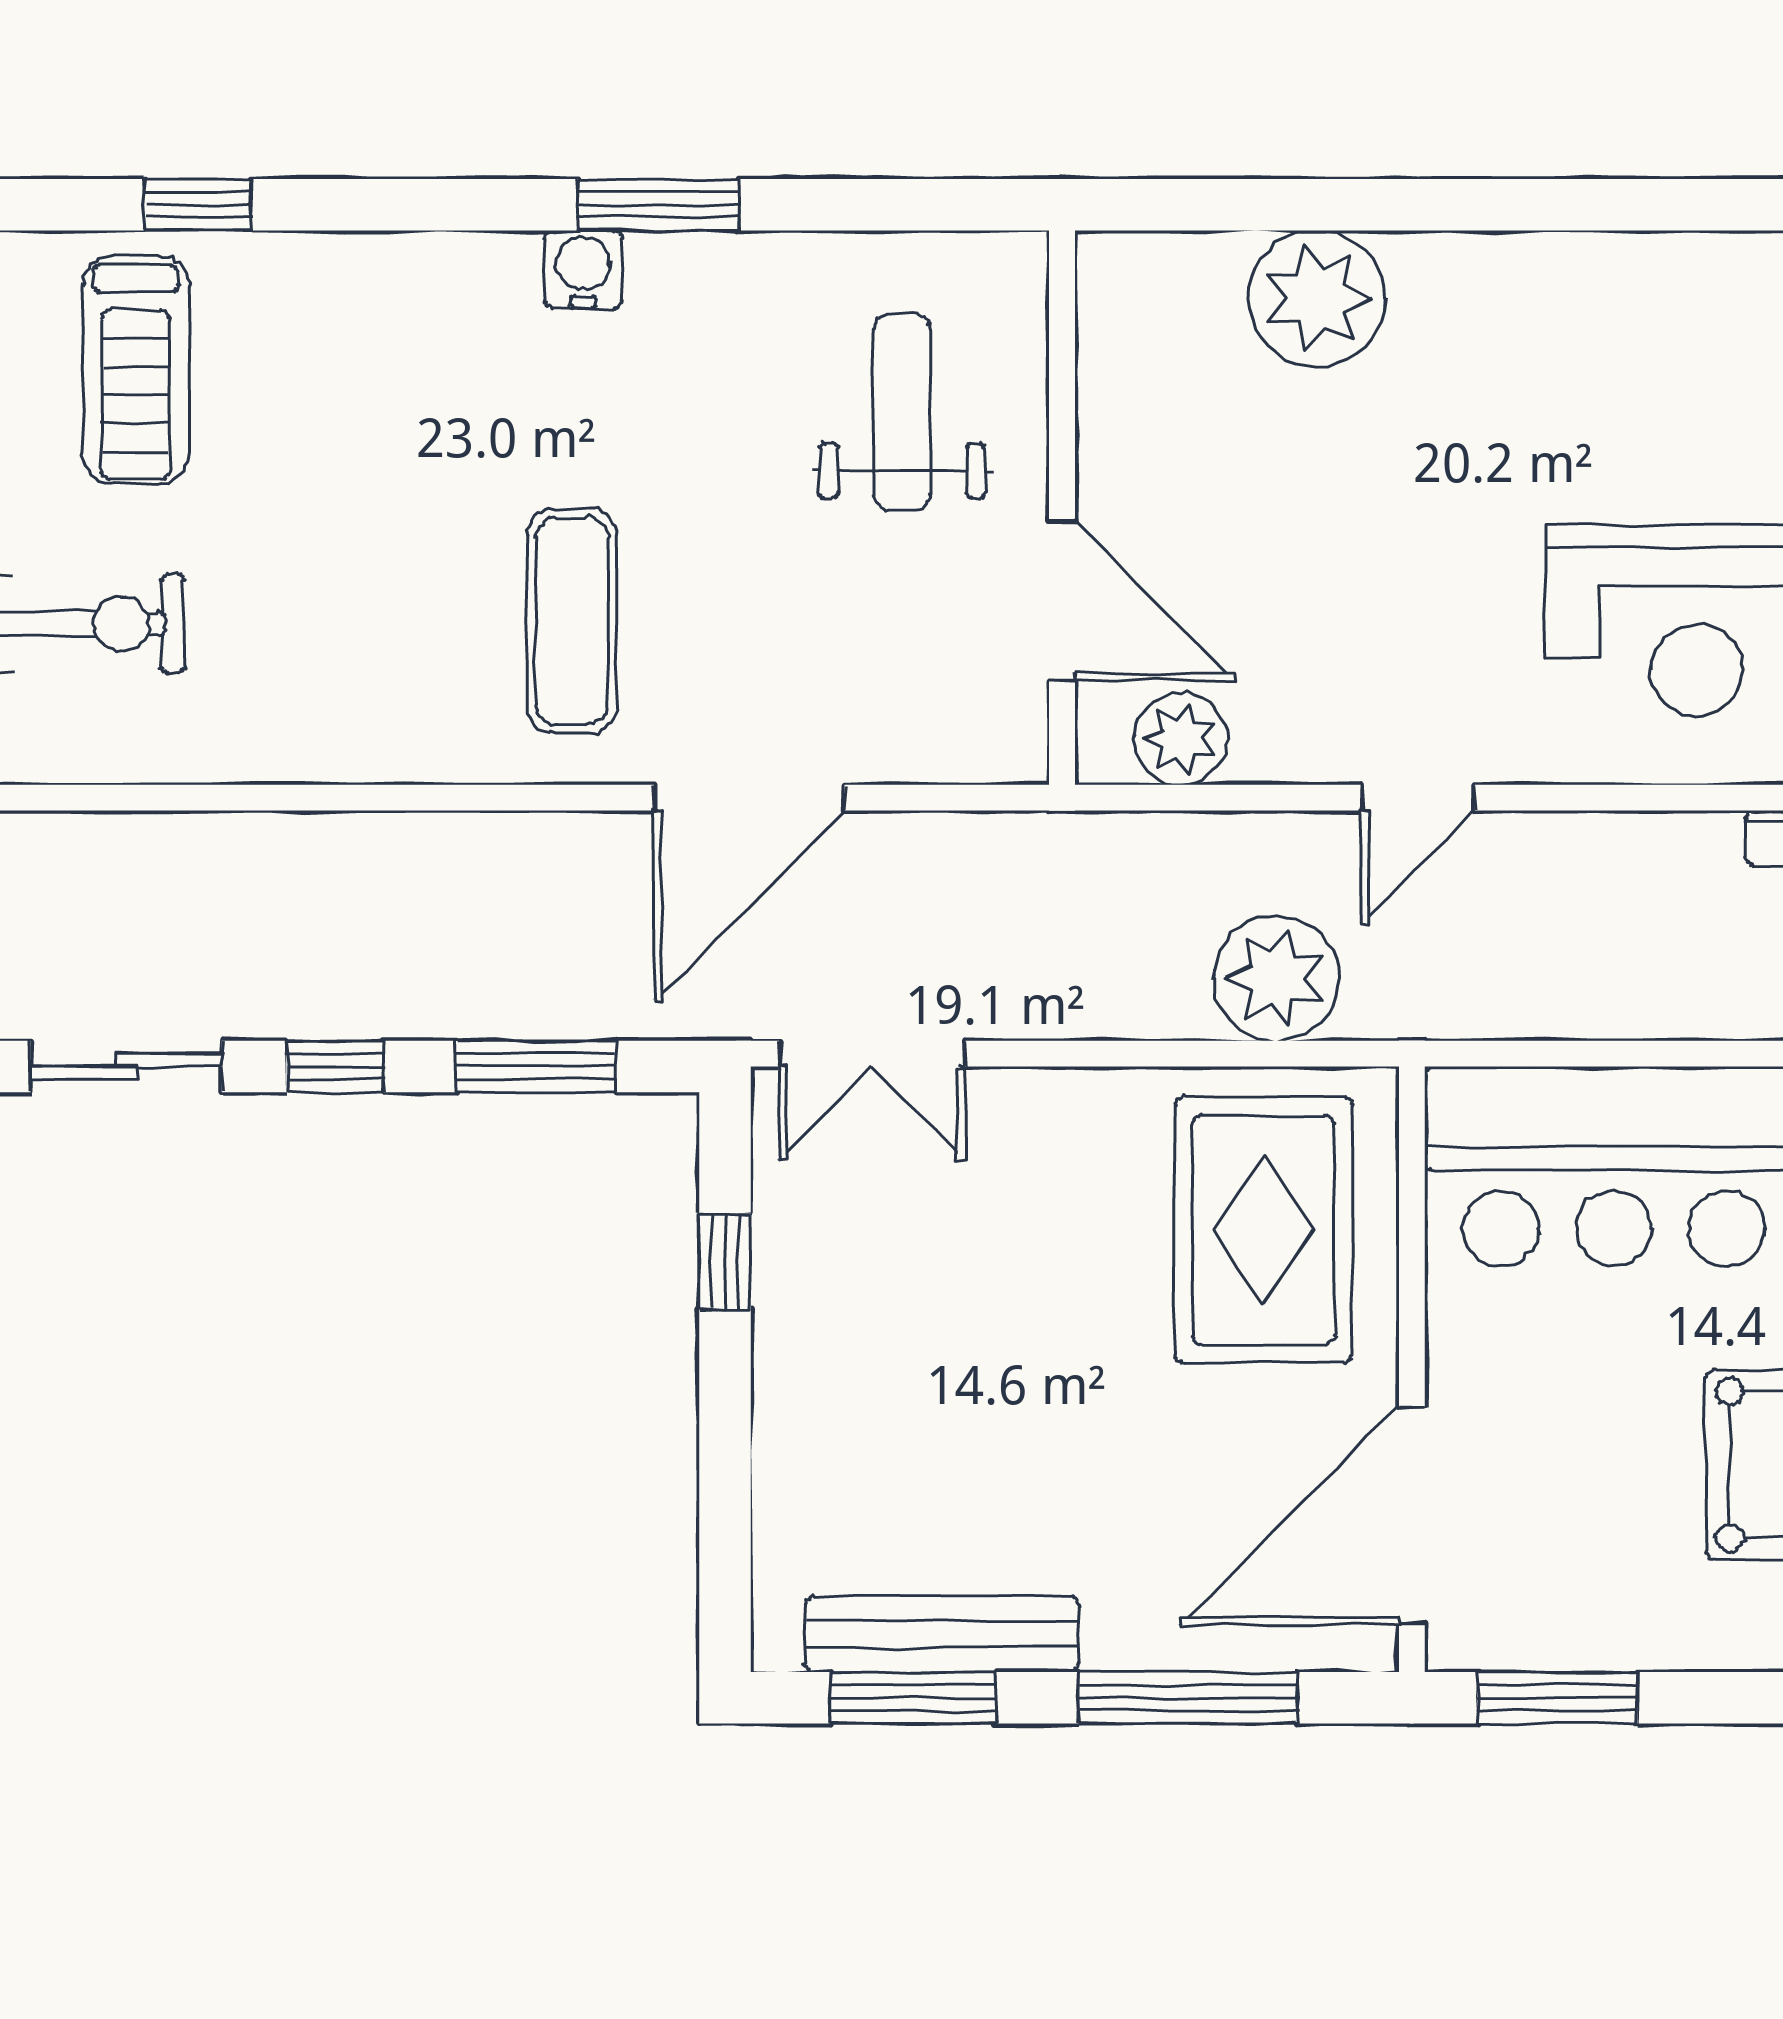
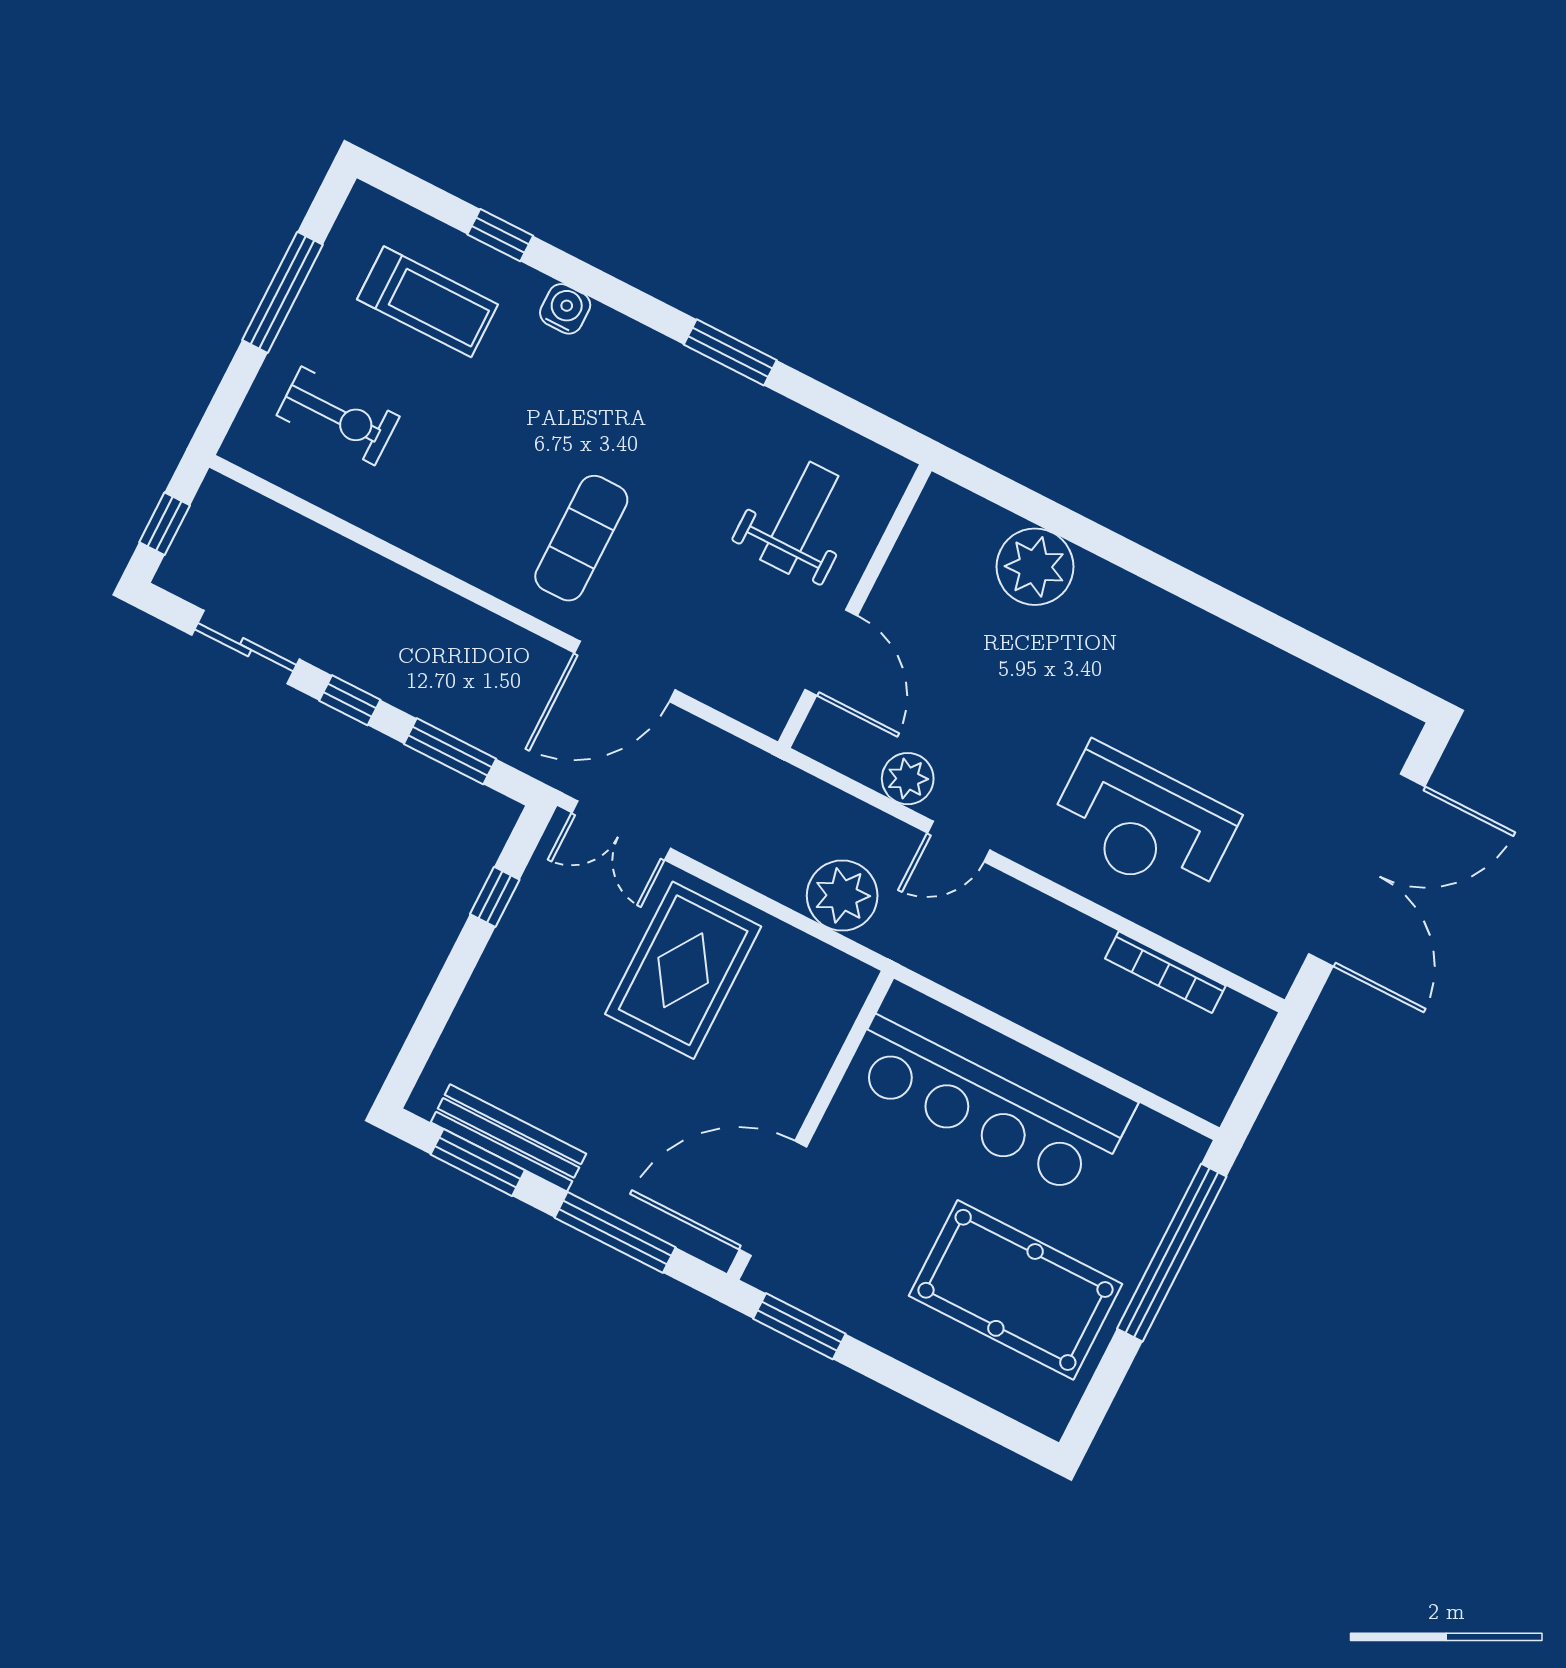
water cooler: (583, 269) -> (565, 309), moved
treadmill: (136, 370) -> (427, 302), turned -90
plant: (1181, 739) -> (908, 779), moved
rug: (1264, 1230) -> (683, 970), moved

